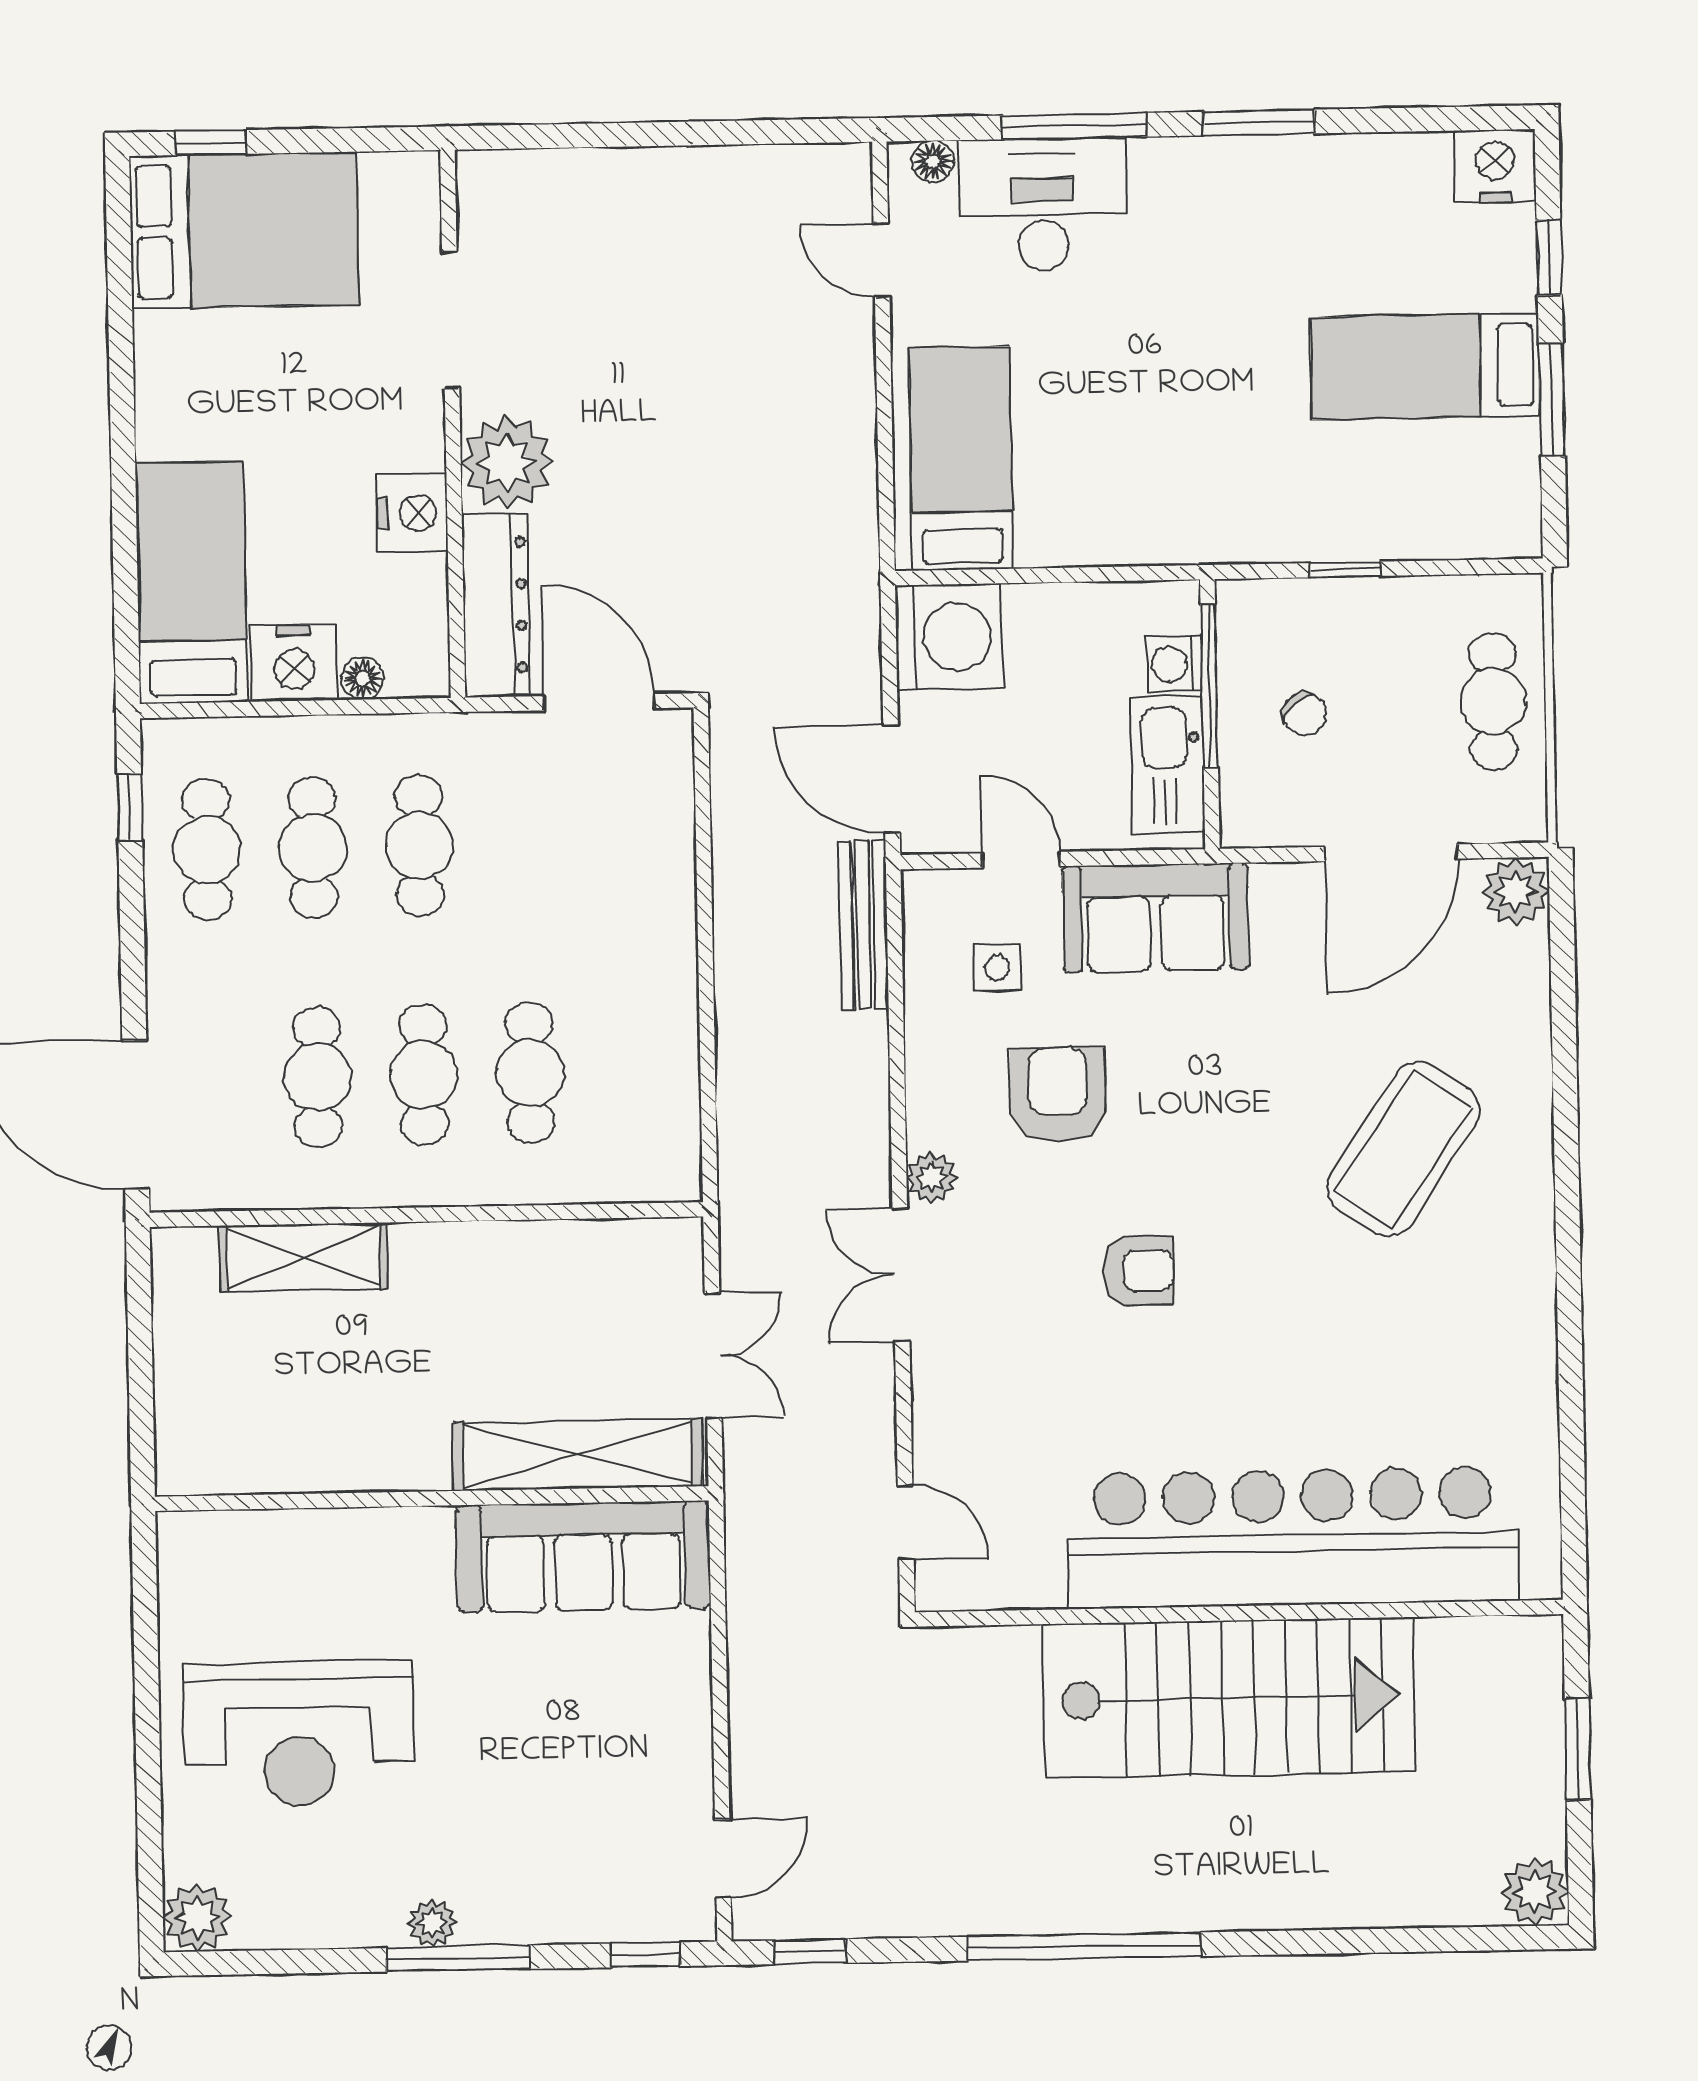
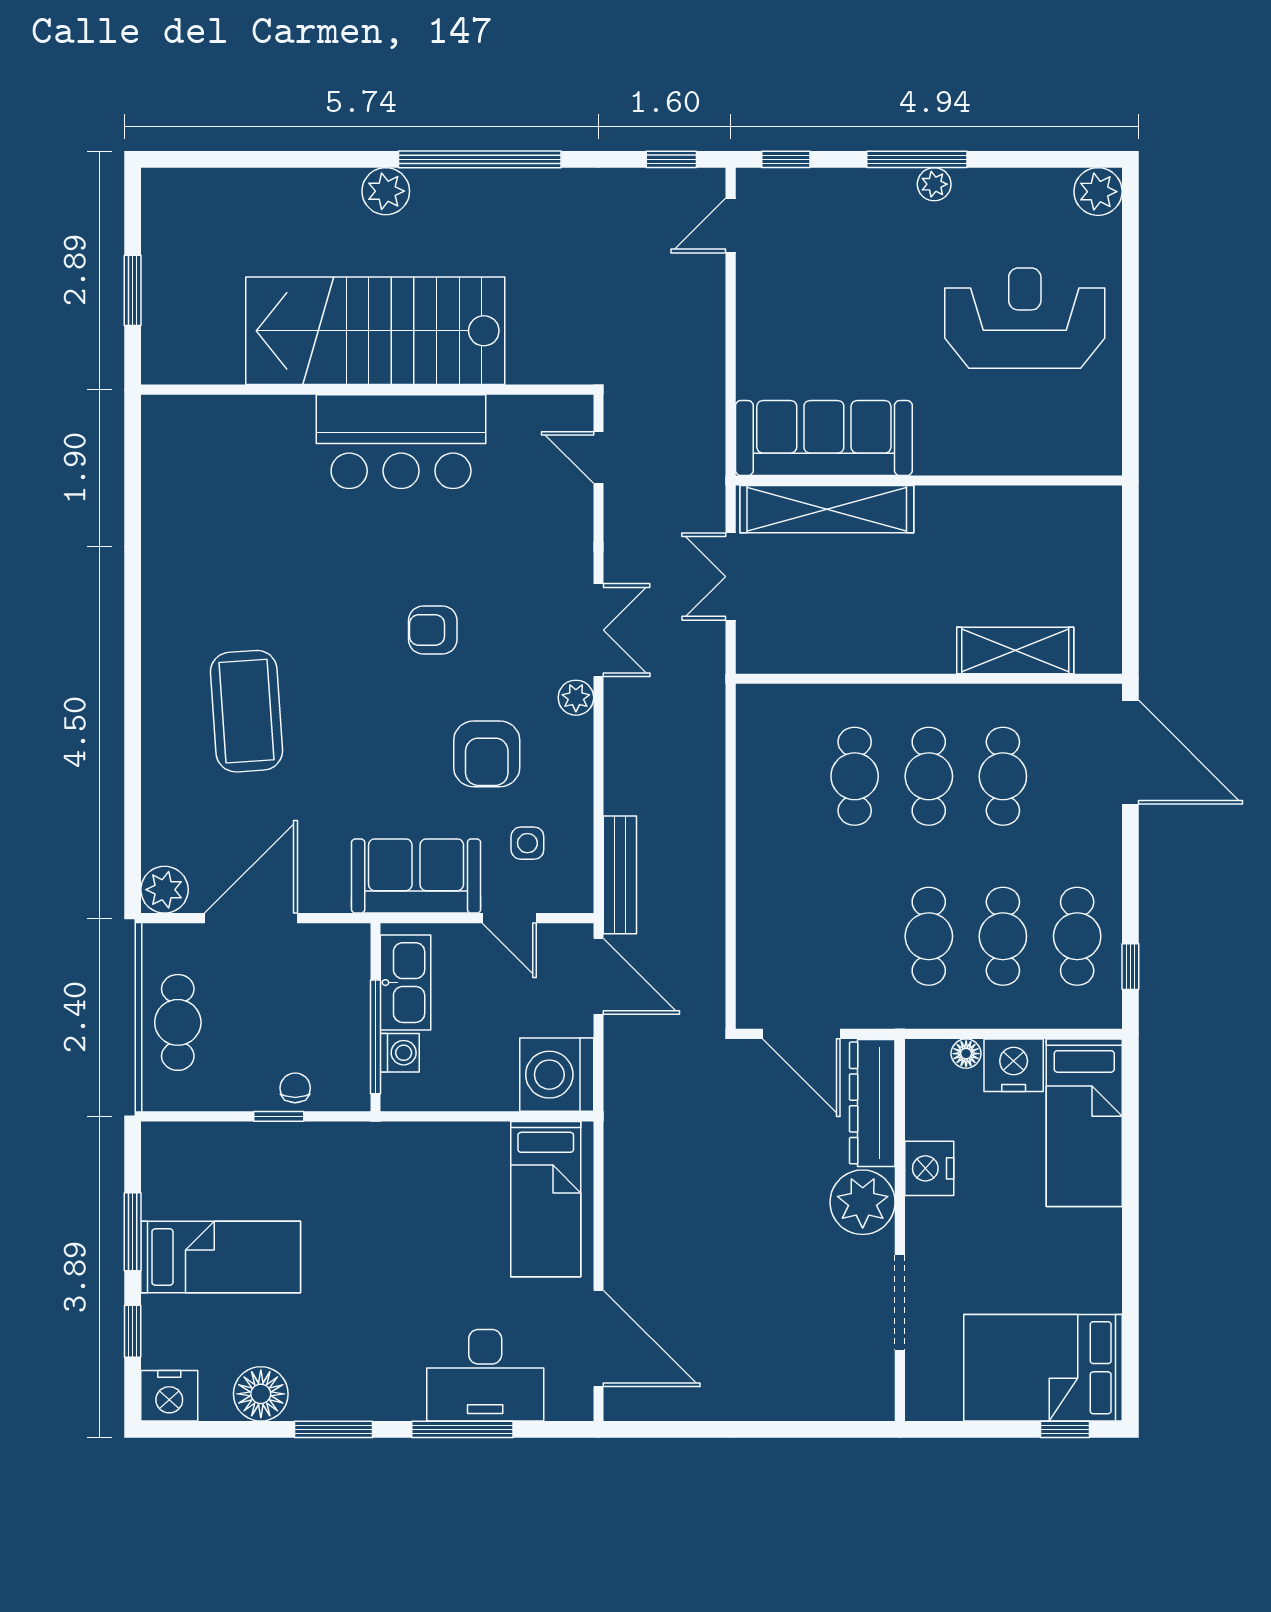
floor lamp: (933, 161) -> (261, 1394), moved, width x1.89, depth x1.89
door: (882, 260) -> (598, 1338), width x1.87
chair: (1304, 714) -> (295, 1088), moved, turned 43
coffee table: (1403, 1149) -> (247, 711), turned -38
bar counter: (1293, 1538) -> (401, 442), width x0.54
plant: (1535, 1892) -> (386, 191), moved

